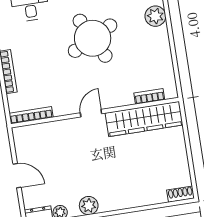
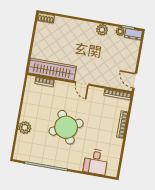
door: (91, 113) -> (82, 83), hinge flipped
door: (17, 176) -> (135, 81), moved

